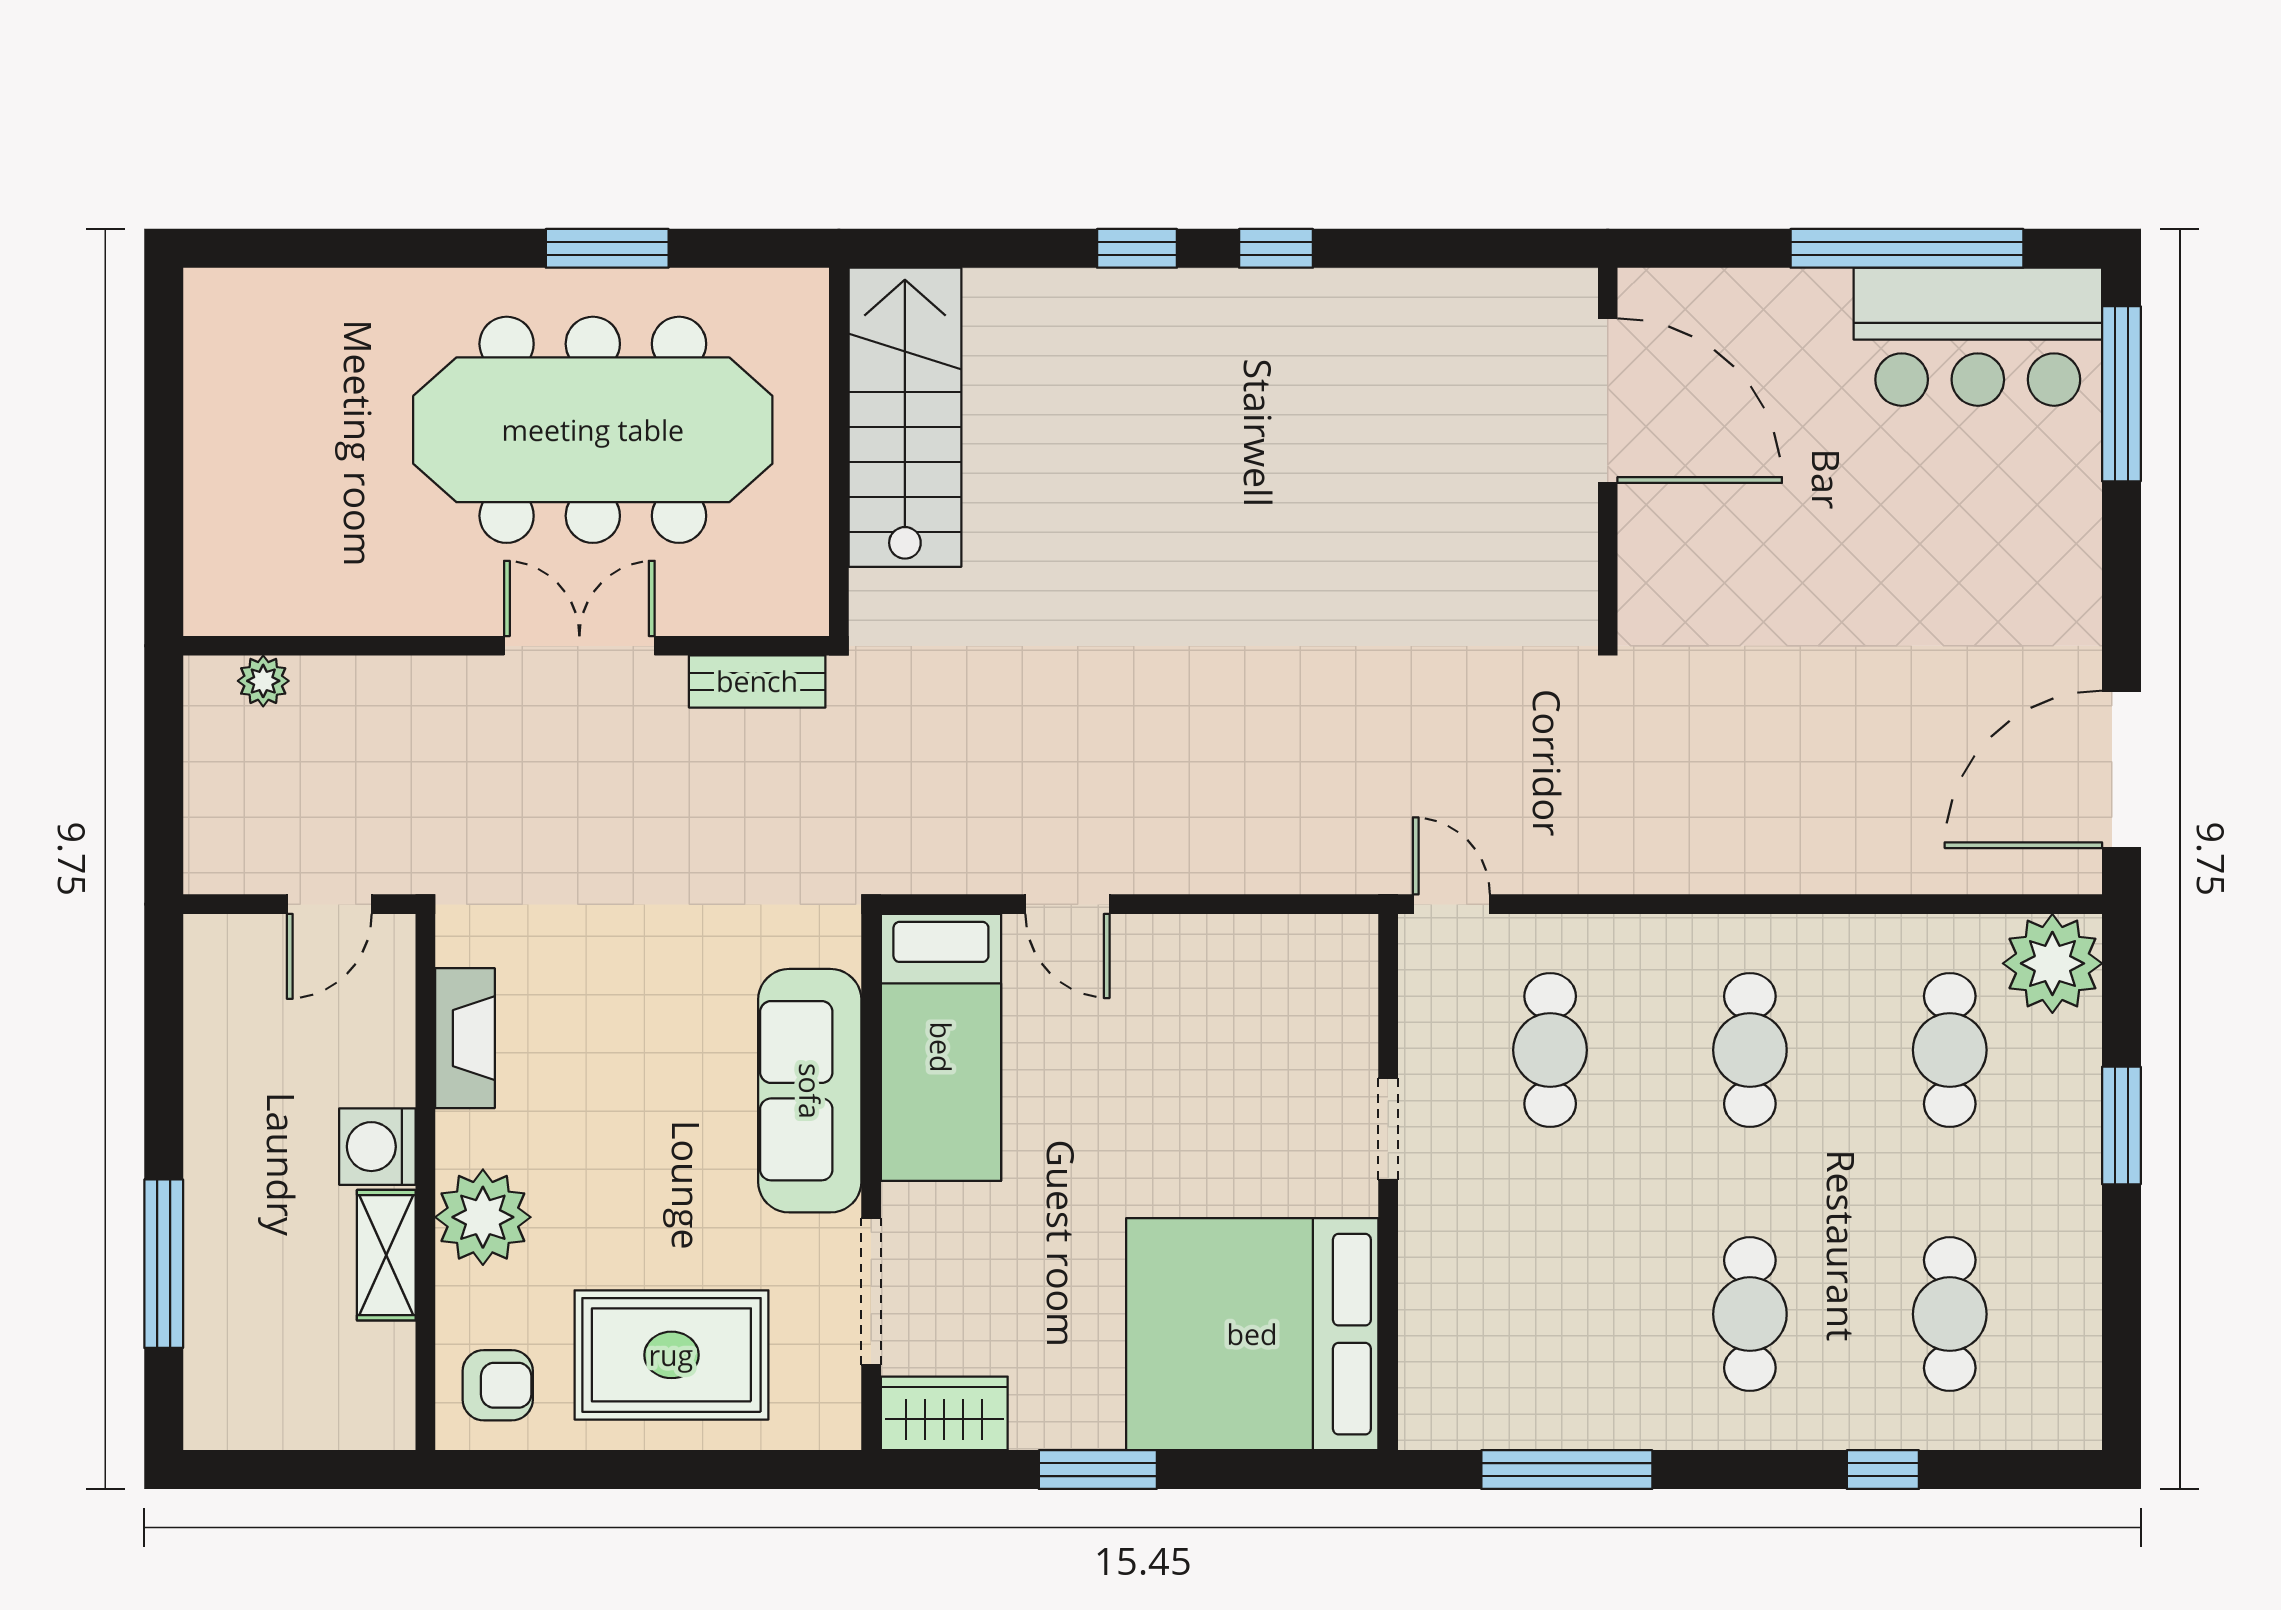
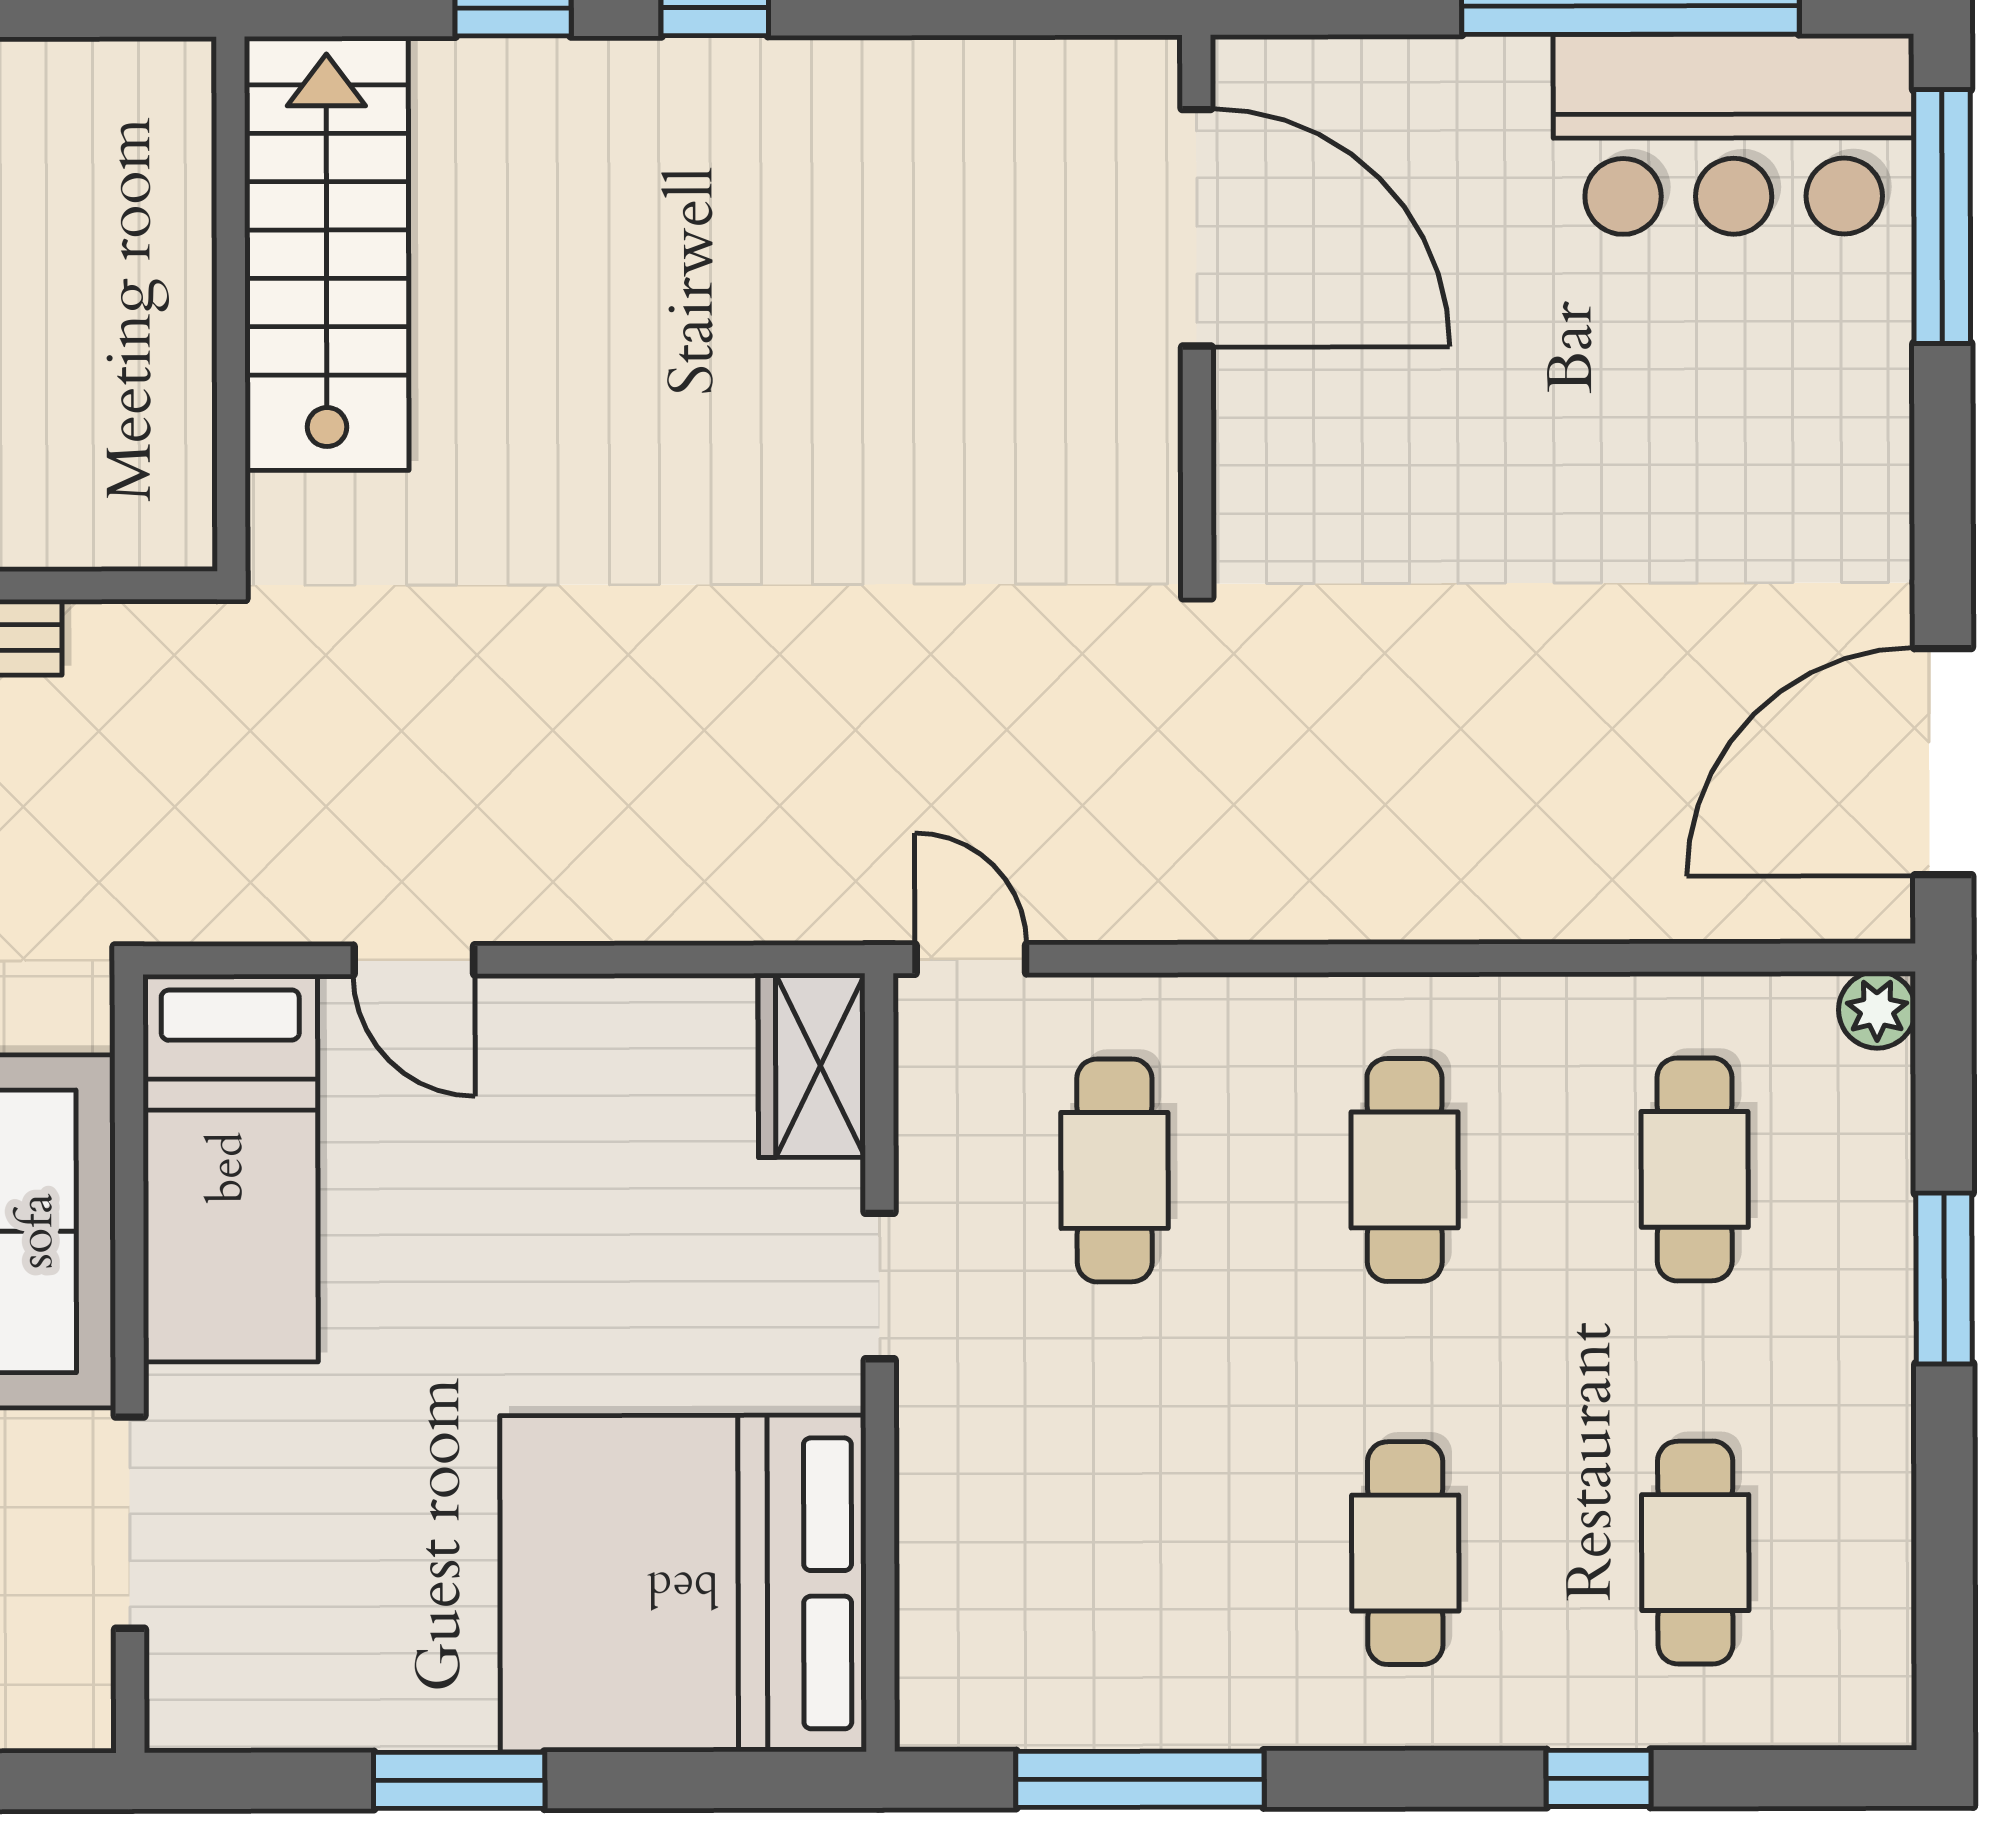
stairs: (905, 417) -> (327, 253), moved
wall: (839, 452) -> (231, 304), moved
plant: (2052, 963) -> (1877, 1010), width x0.53, depth x0.53
wardrobe: (944, 1413) -> (812, 1065), moved, turned -90

